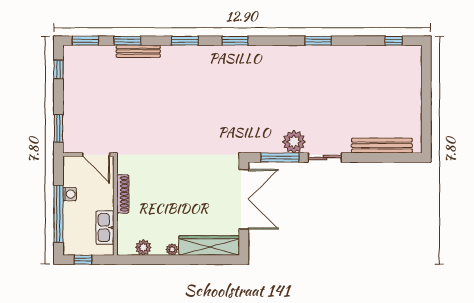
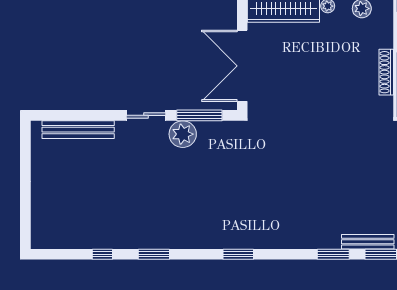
window: (185, 41) -> (333, 254), moved
window: (235, 41) -> (238, 254), moved
window: (394, 41) -> (102, 254), moved

